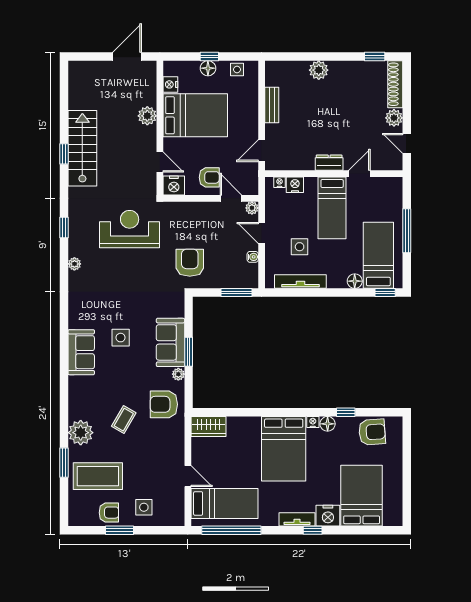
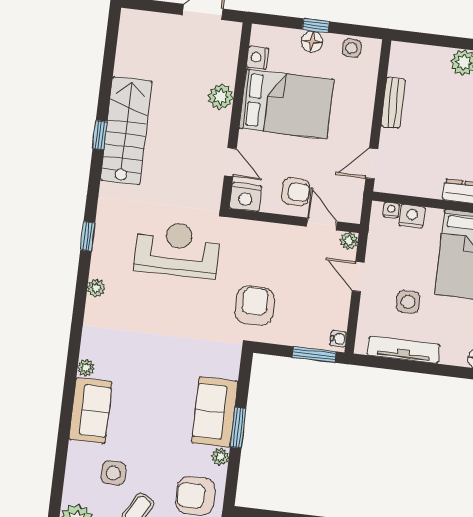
water cooler: (253, 257) -> (338, 339), moved
plant: (74, 322) -> (86, 368), added
side table: (121, 338) -> (114, 473), moved

